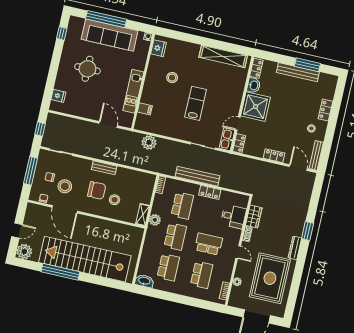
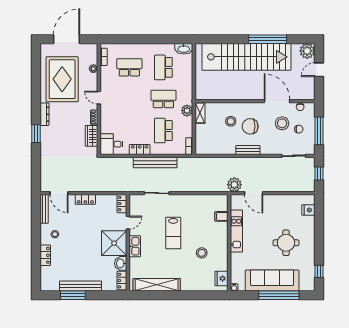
kitchen sink: (227, 139) -> (135, 246), moved
plant: (149, 142) -> (234, 185), moved
desk: (233, 217) -> (111, 144), moved
school desk: (175, 236) -> (163, 99), turned 90
school desk: (209, 244) -> (129, 99), removed
school desk: (202, 275) -> (129, 67), turned 90

